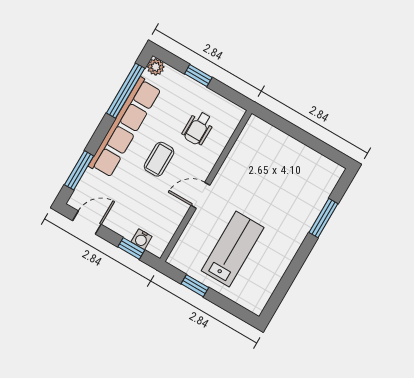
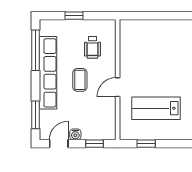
plant: (156, 67) -> (45, 25), removed
water cooler: (142, 239) -> (75, 134), moved
lab bench: (233, 249) -> (156, 108), turned -90

